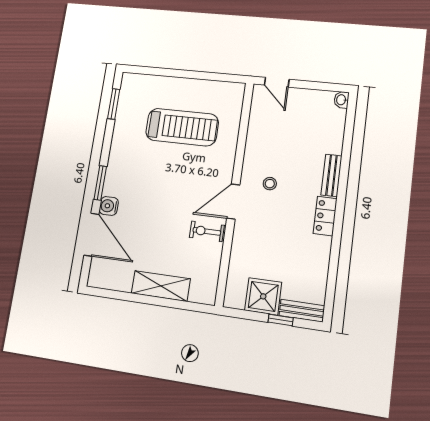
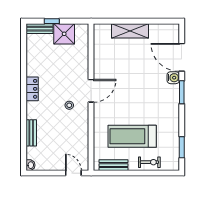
bench: (215, 88) -> (113, 165), added
bench: (331, 175) -> (31, 133), moved
exercise bike: (207, 231) -> (149, 162), moved

